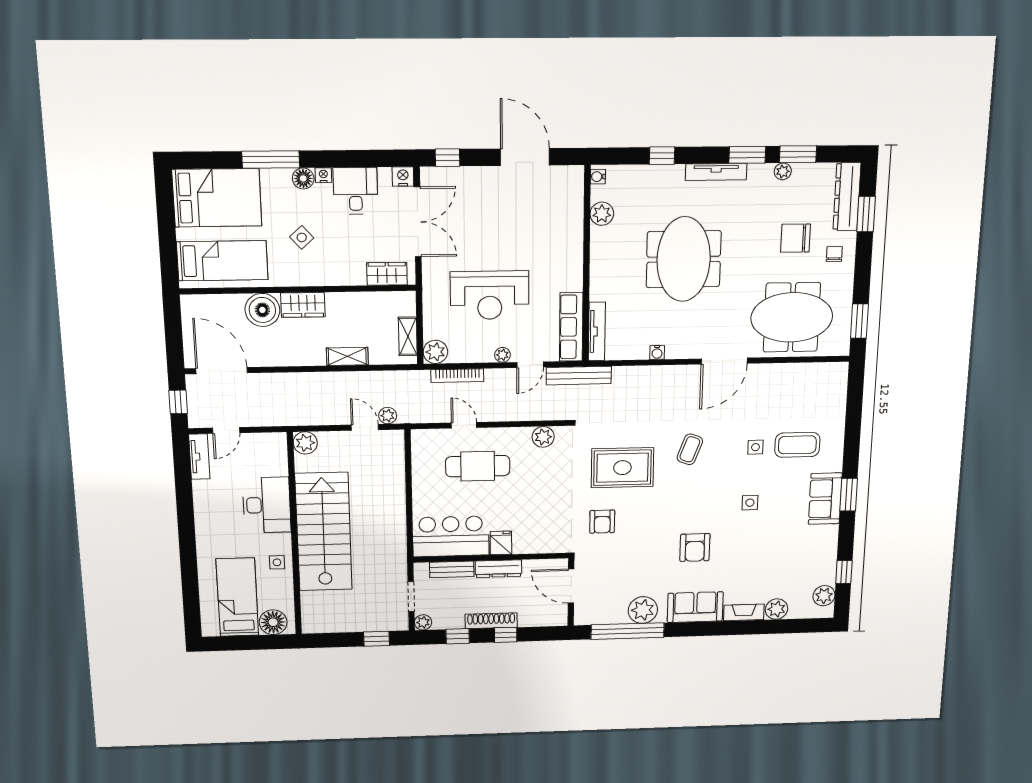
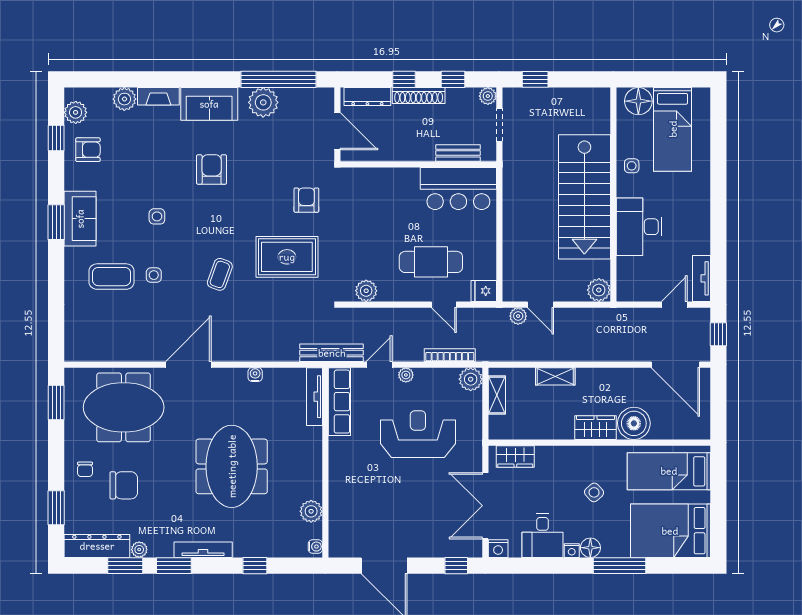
dresser: (847, 197) -> (97, 546), moved, turned -90
fridge: (501, 543) -> (484, 291), moved, turned 90
armchair: (814, 562) -> (88, 150), added
dresser: (498, 569) -> (367, 97), moved, turned 180

